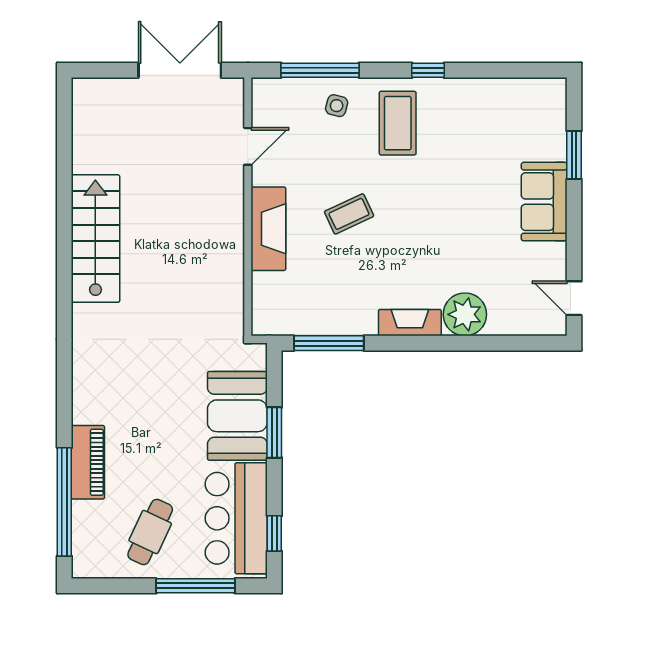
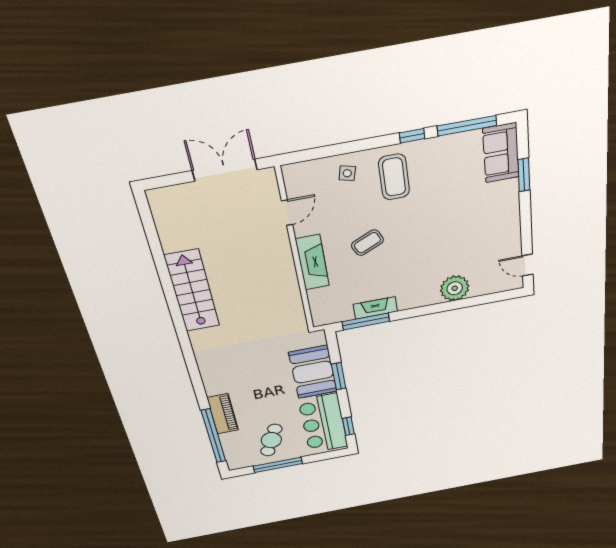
window: (320, 70) -> (467, 126), moved
sofa: (544, 202) -> (501, 153), moved
fireplace: (410, 323) -> (375, 308), moved
window: (195, 586) -> (278, 465), moved

